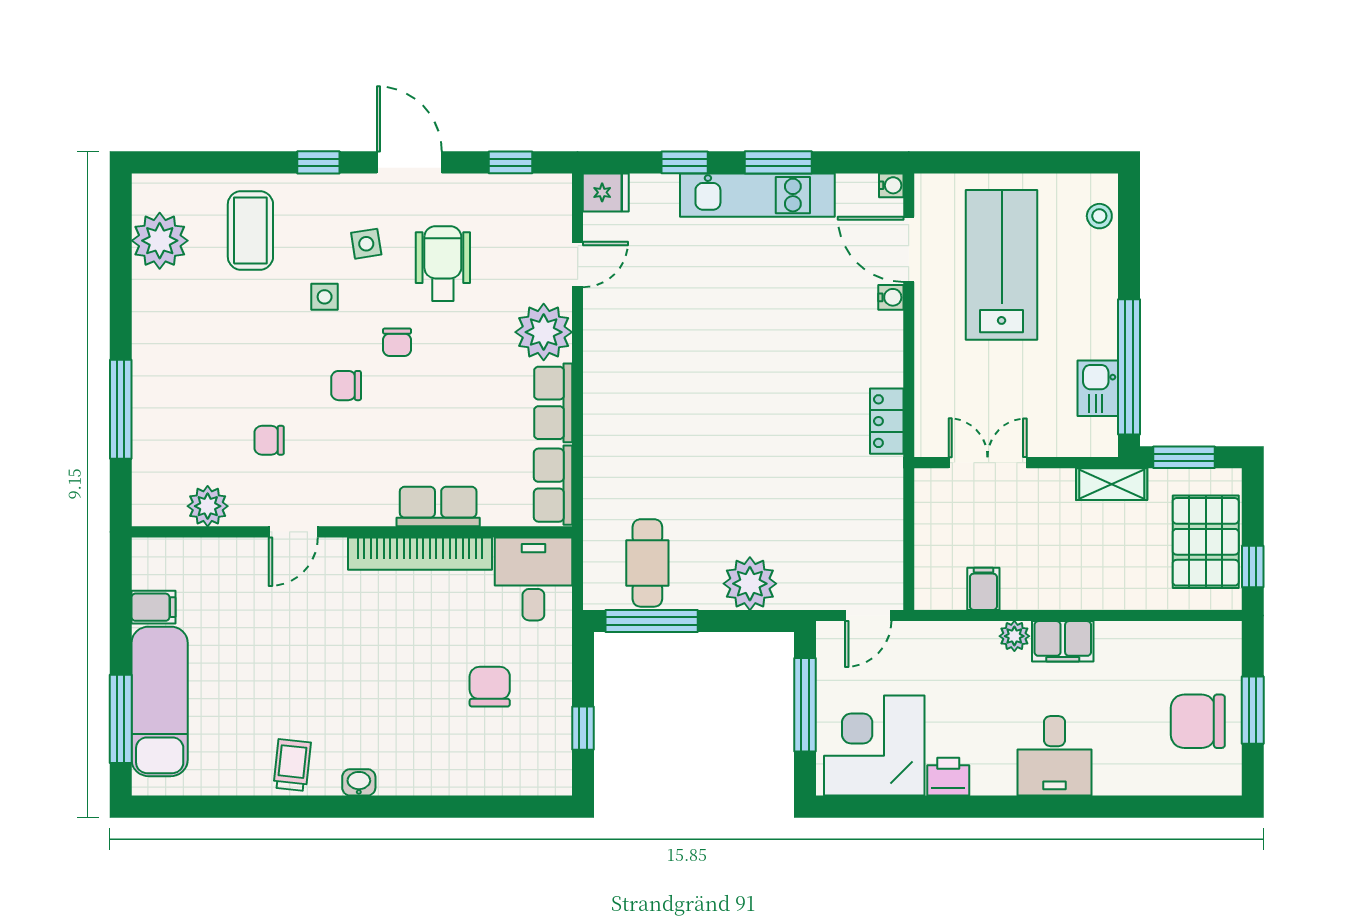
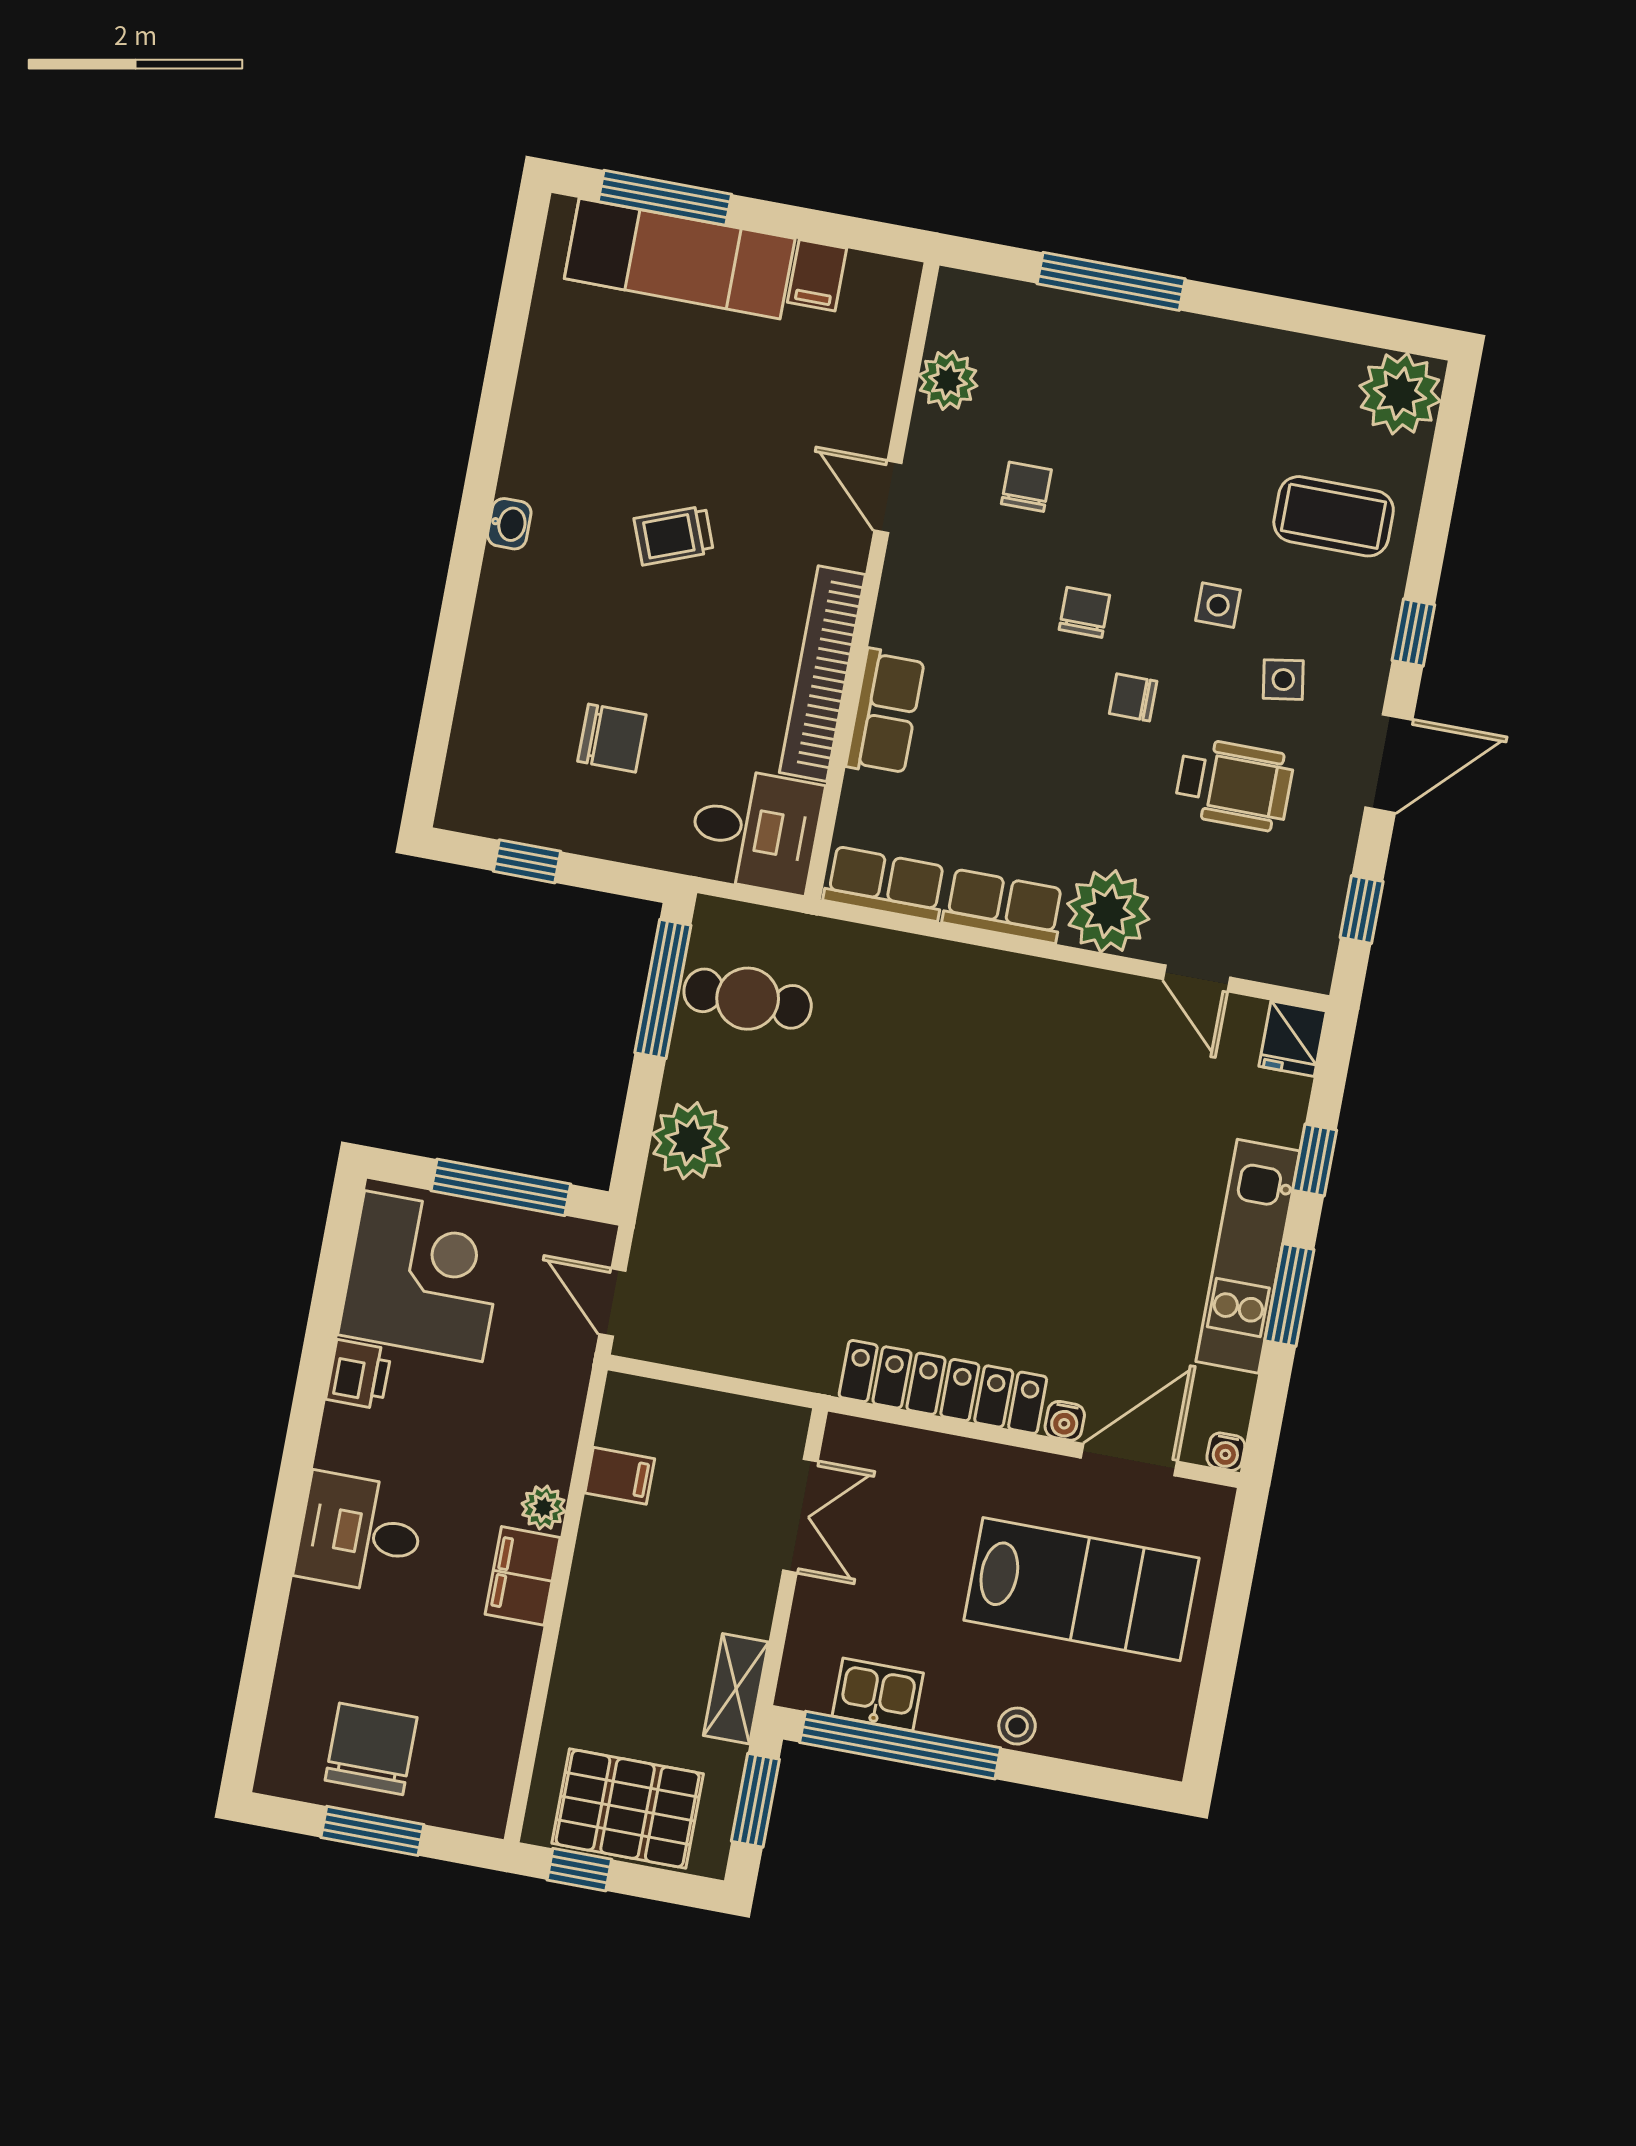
stool: (1099, 216) -> (1017, 1726), moved
plant: (160, 241) -> (1400, 394), moved
locker: (887, 421) -> (943, 1387), width x2.16, depth x1.21
trolley: (292, 765) -> (674, 535), moved, turned 153

